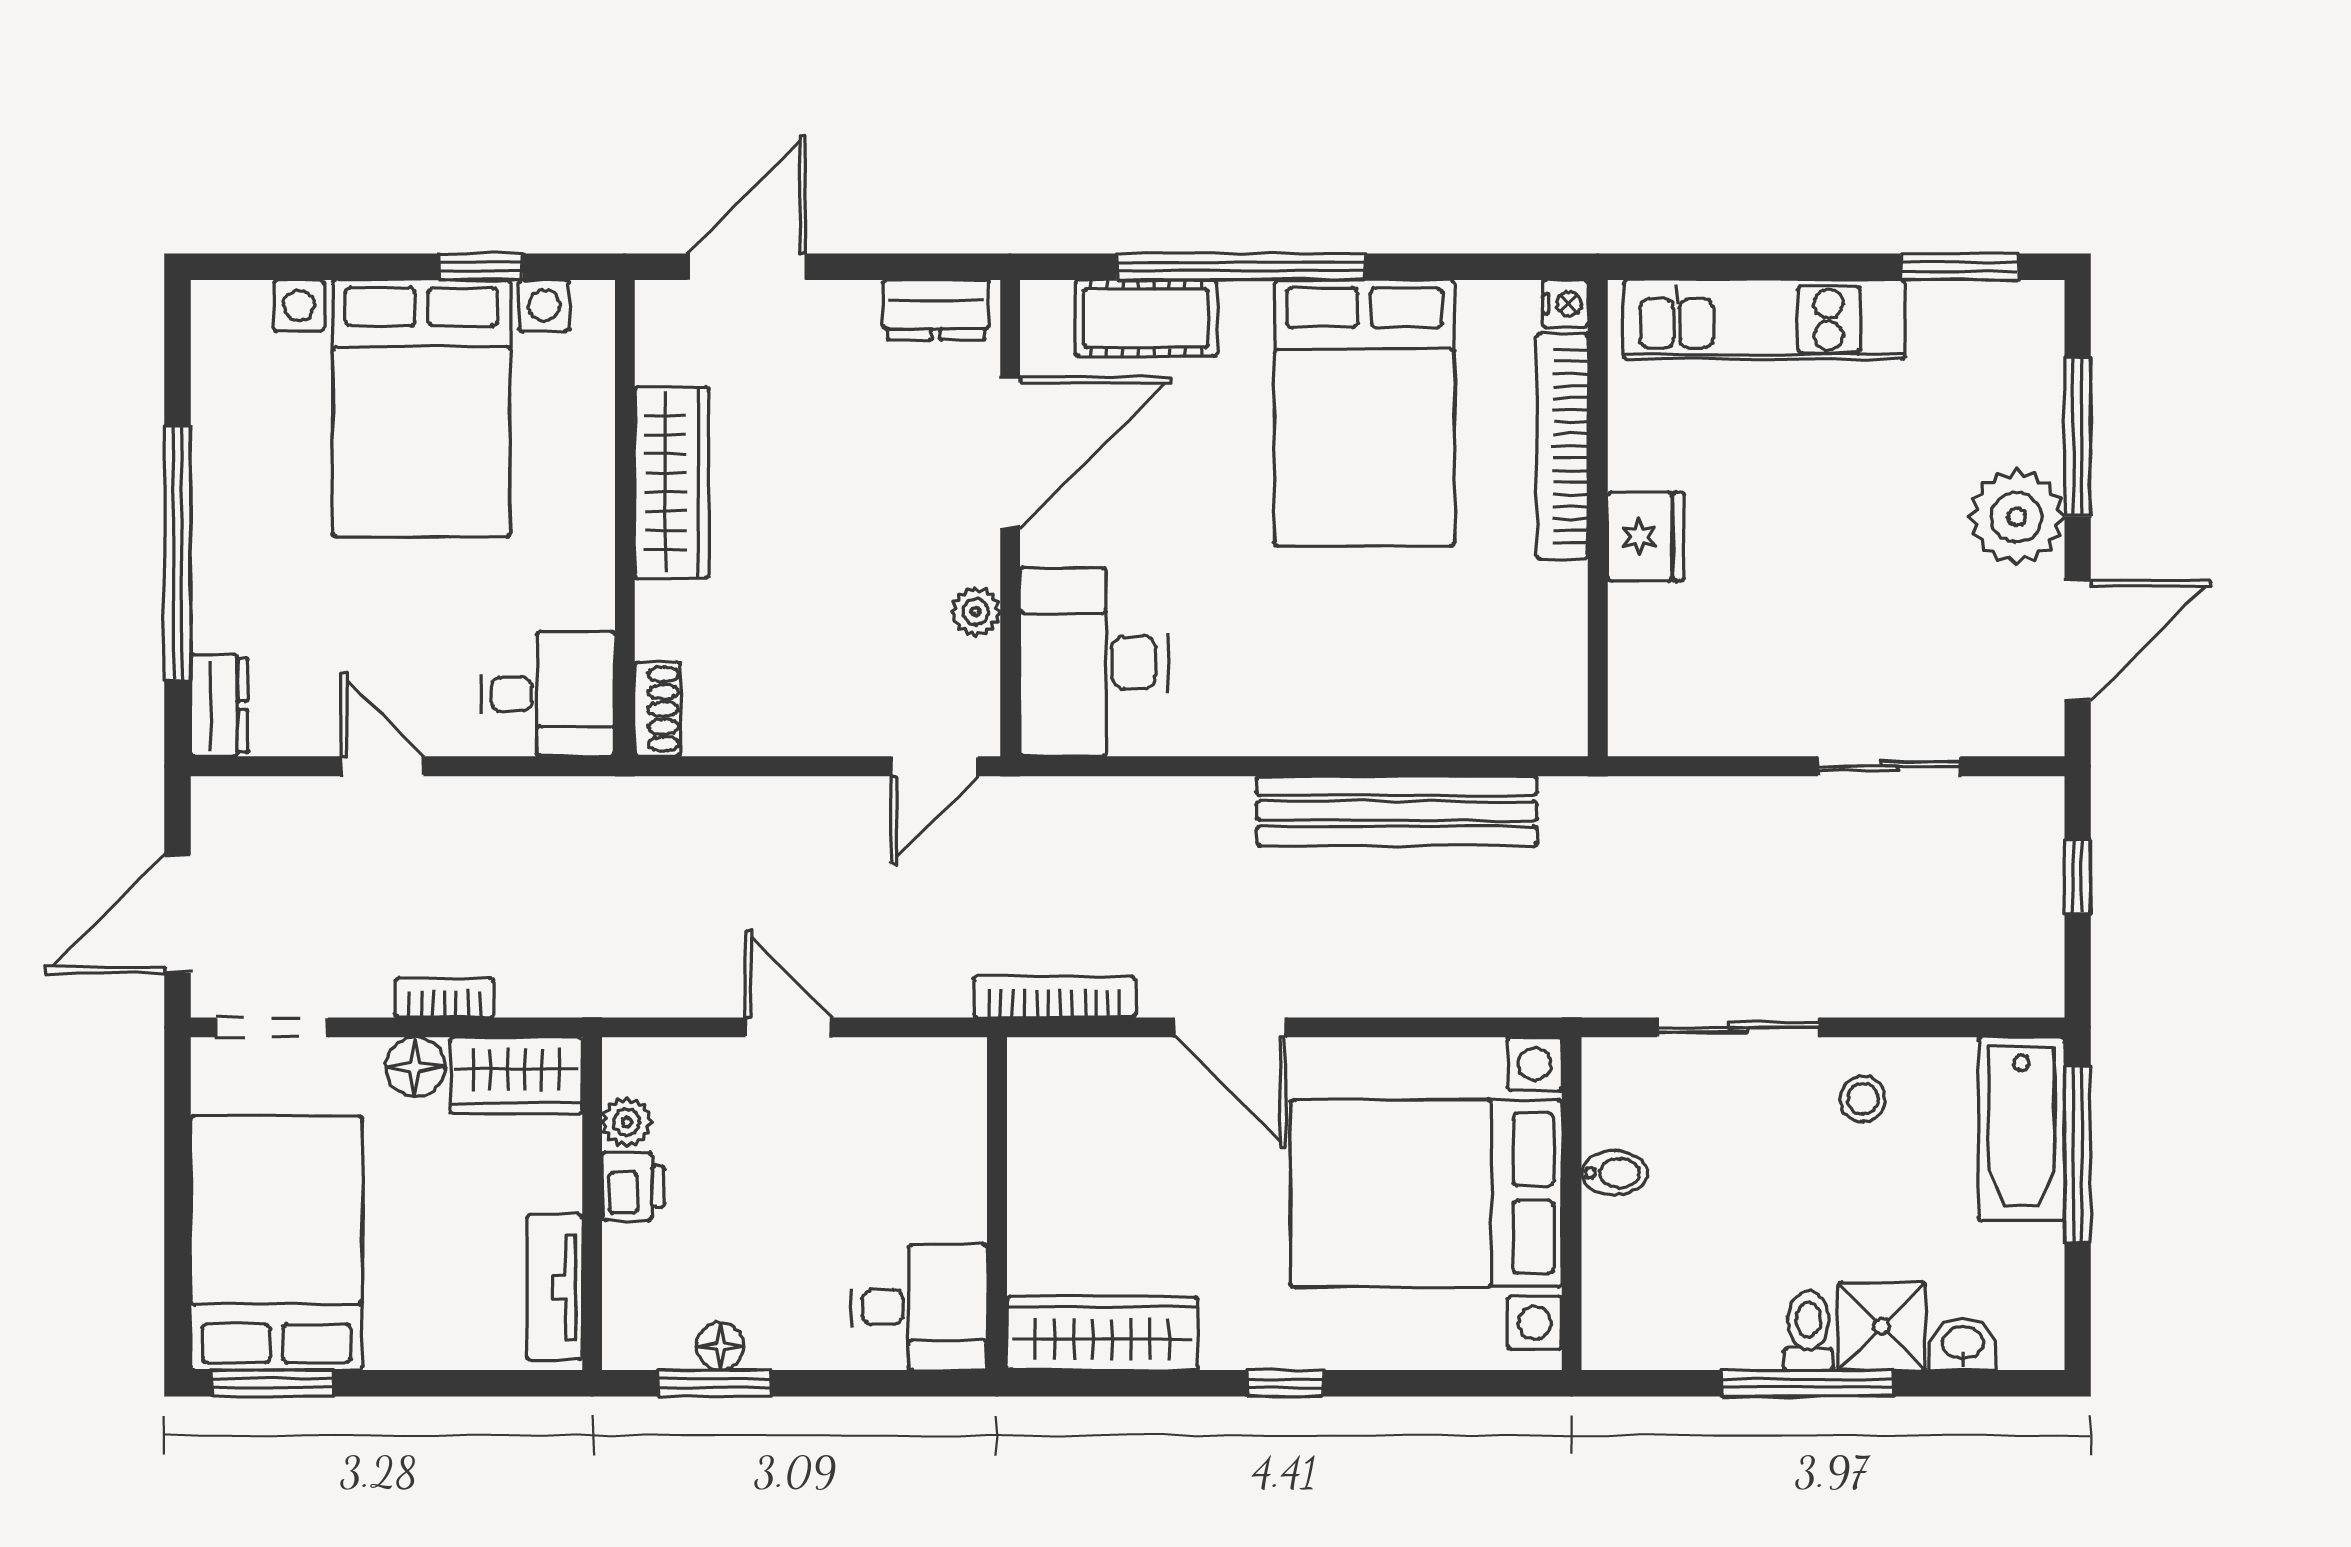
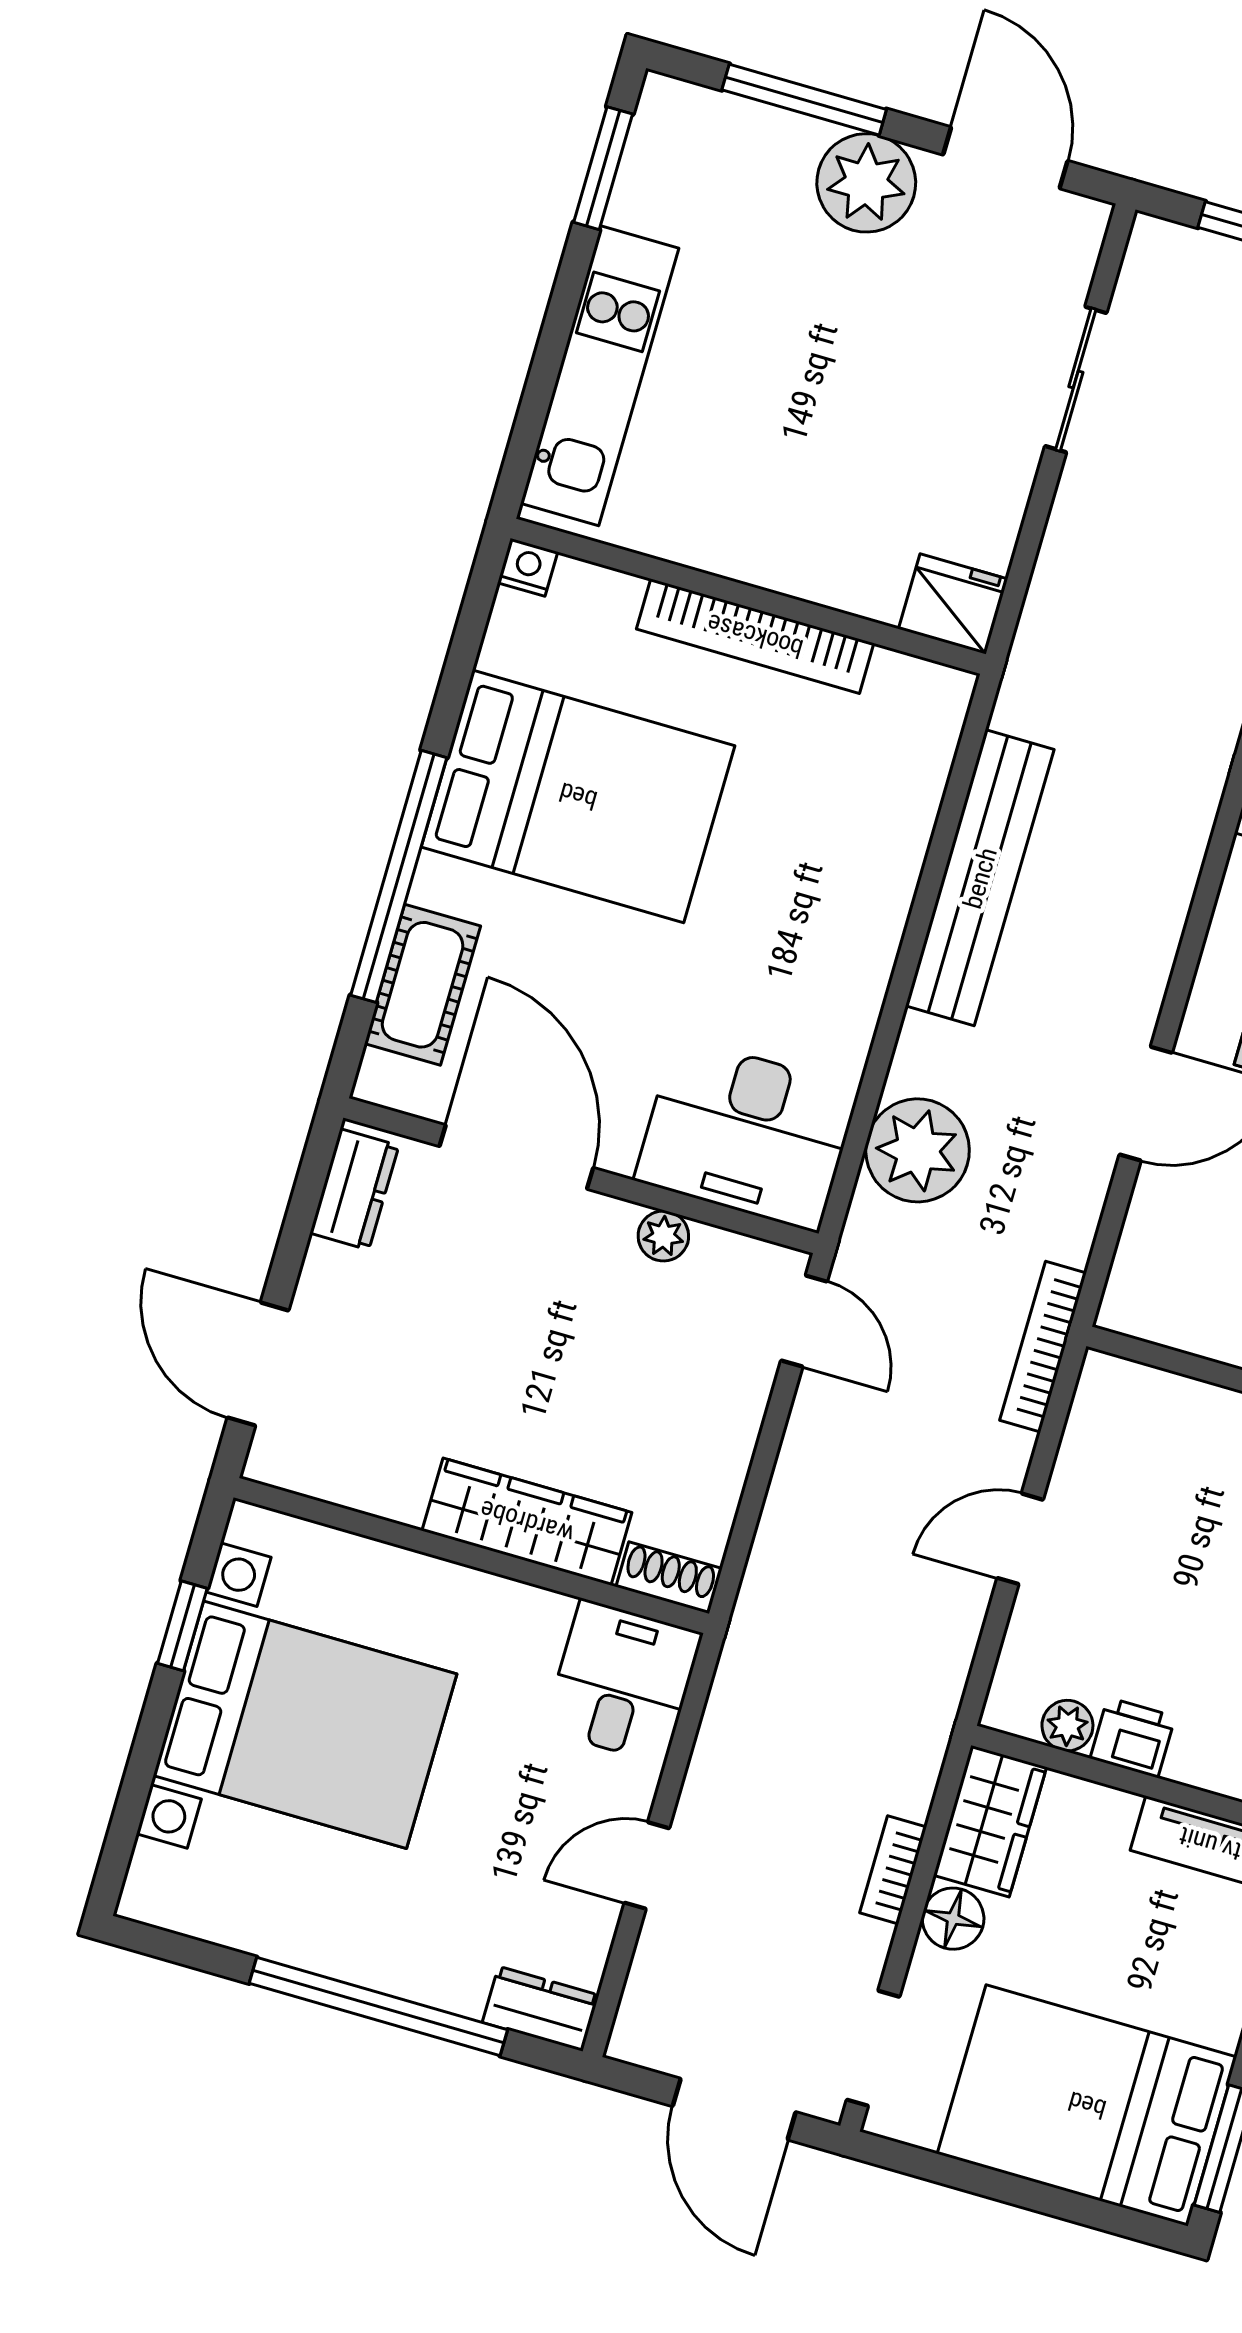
bookcase: (1562, 446) -> (755, 636), moved
wardrobe: (672, 483) -> (527, 1522), moved
fridge: (1646, 537) -> (953, 604), moved
plant: (1125, 826) -> (918, 1150), added
bookcase: (1054, 997) -> (1043, 1347), moved

